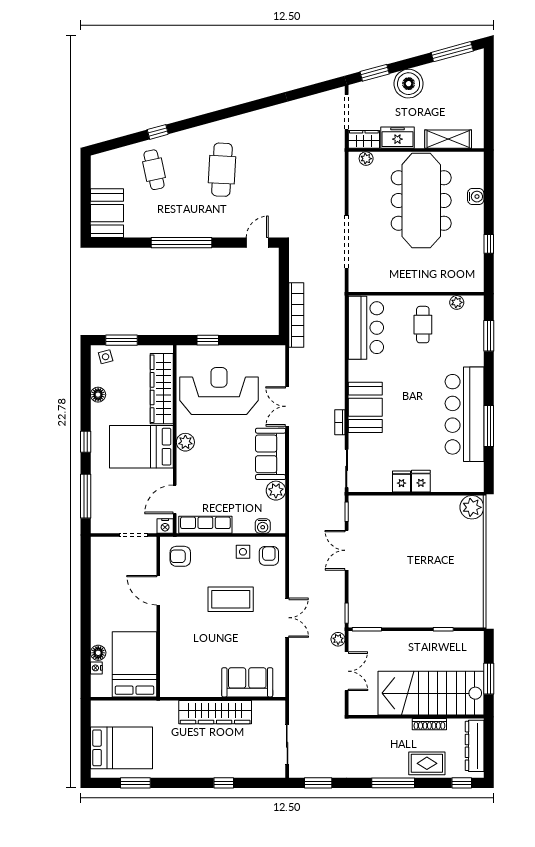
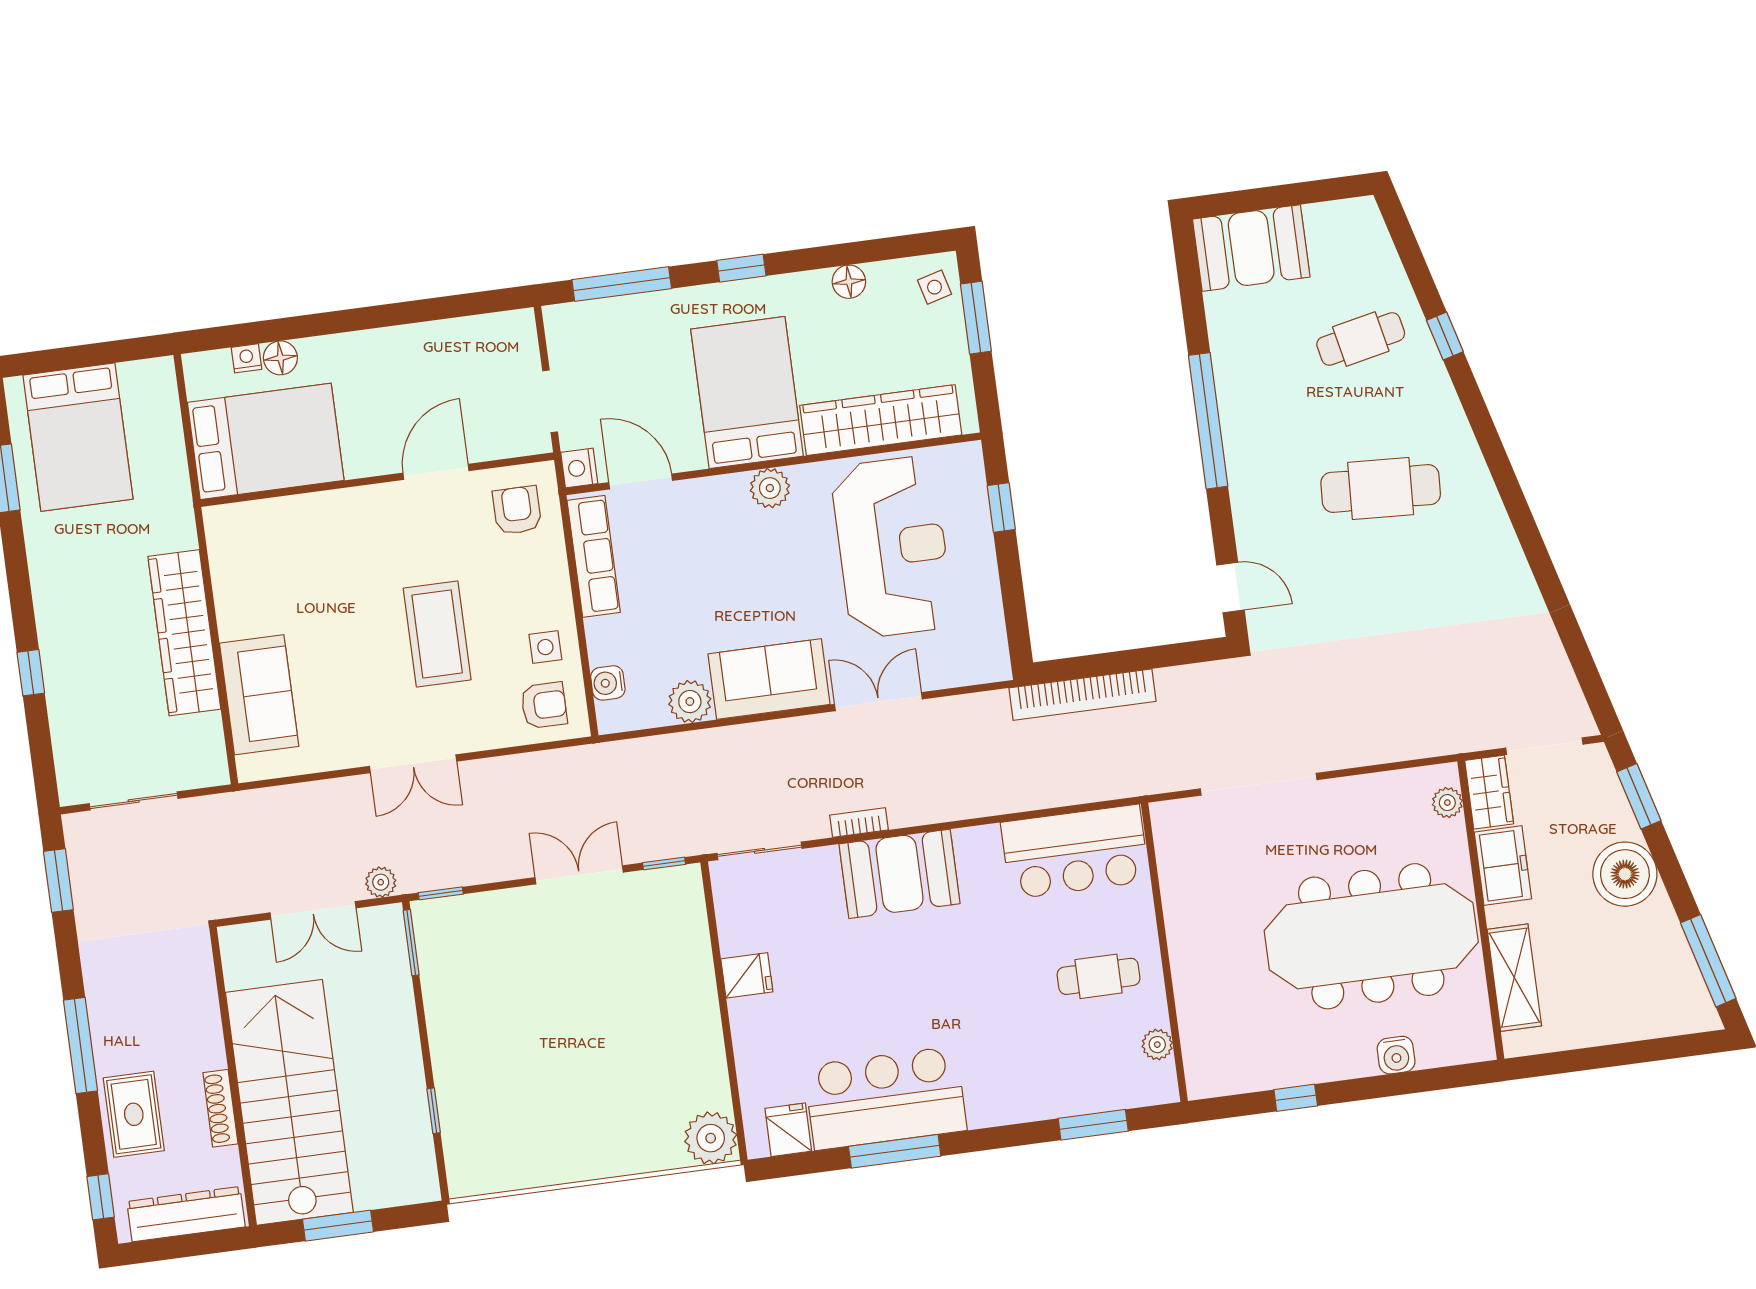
bar counter: (464, 414) -> (885, 1098), width x0.73
fridge: (421, 481) -> (788, 1130), moved, turned -90

